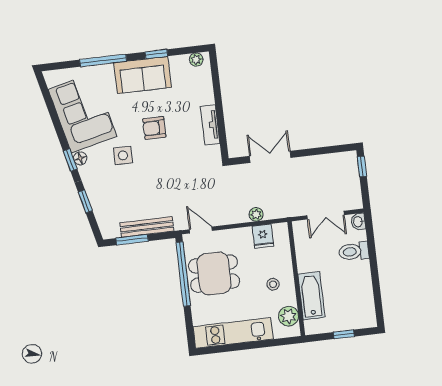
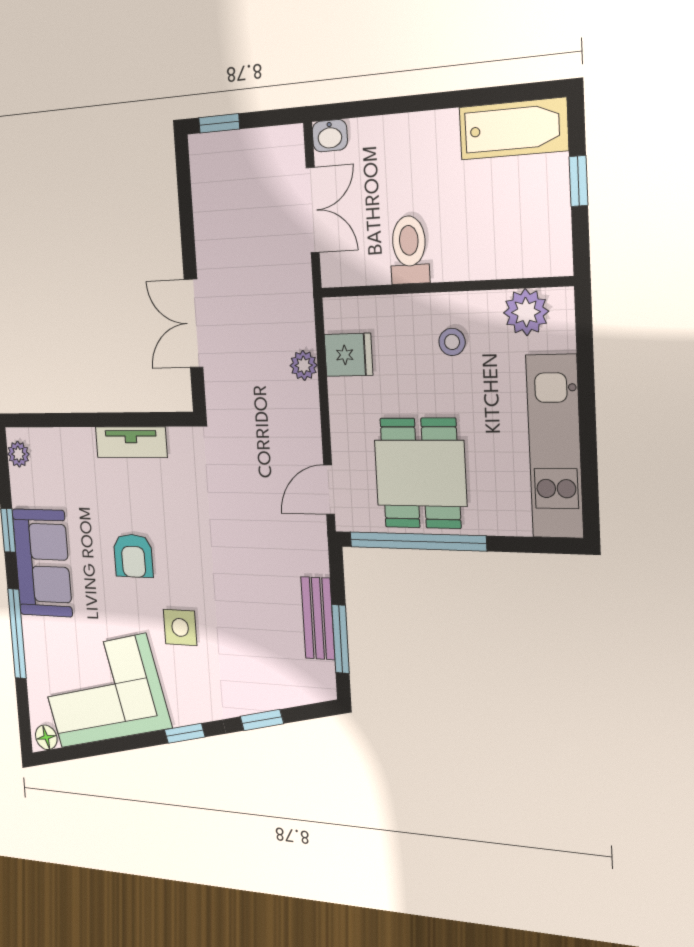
floor lamp: (80, 158) -> (46, 737), moved
bench: (147, 227) -> (318, 618), width x0.73
toilet: (354, 251) -> (409, 250), moved, turned 180
bathtub: (311, 296) -> (513, 129), moved, turned 180

